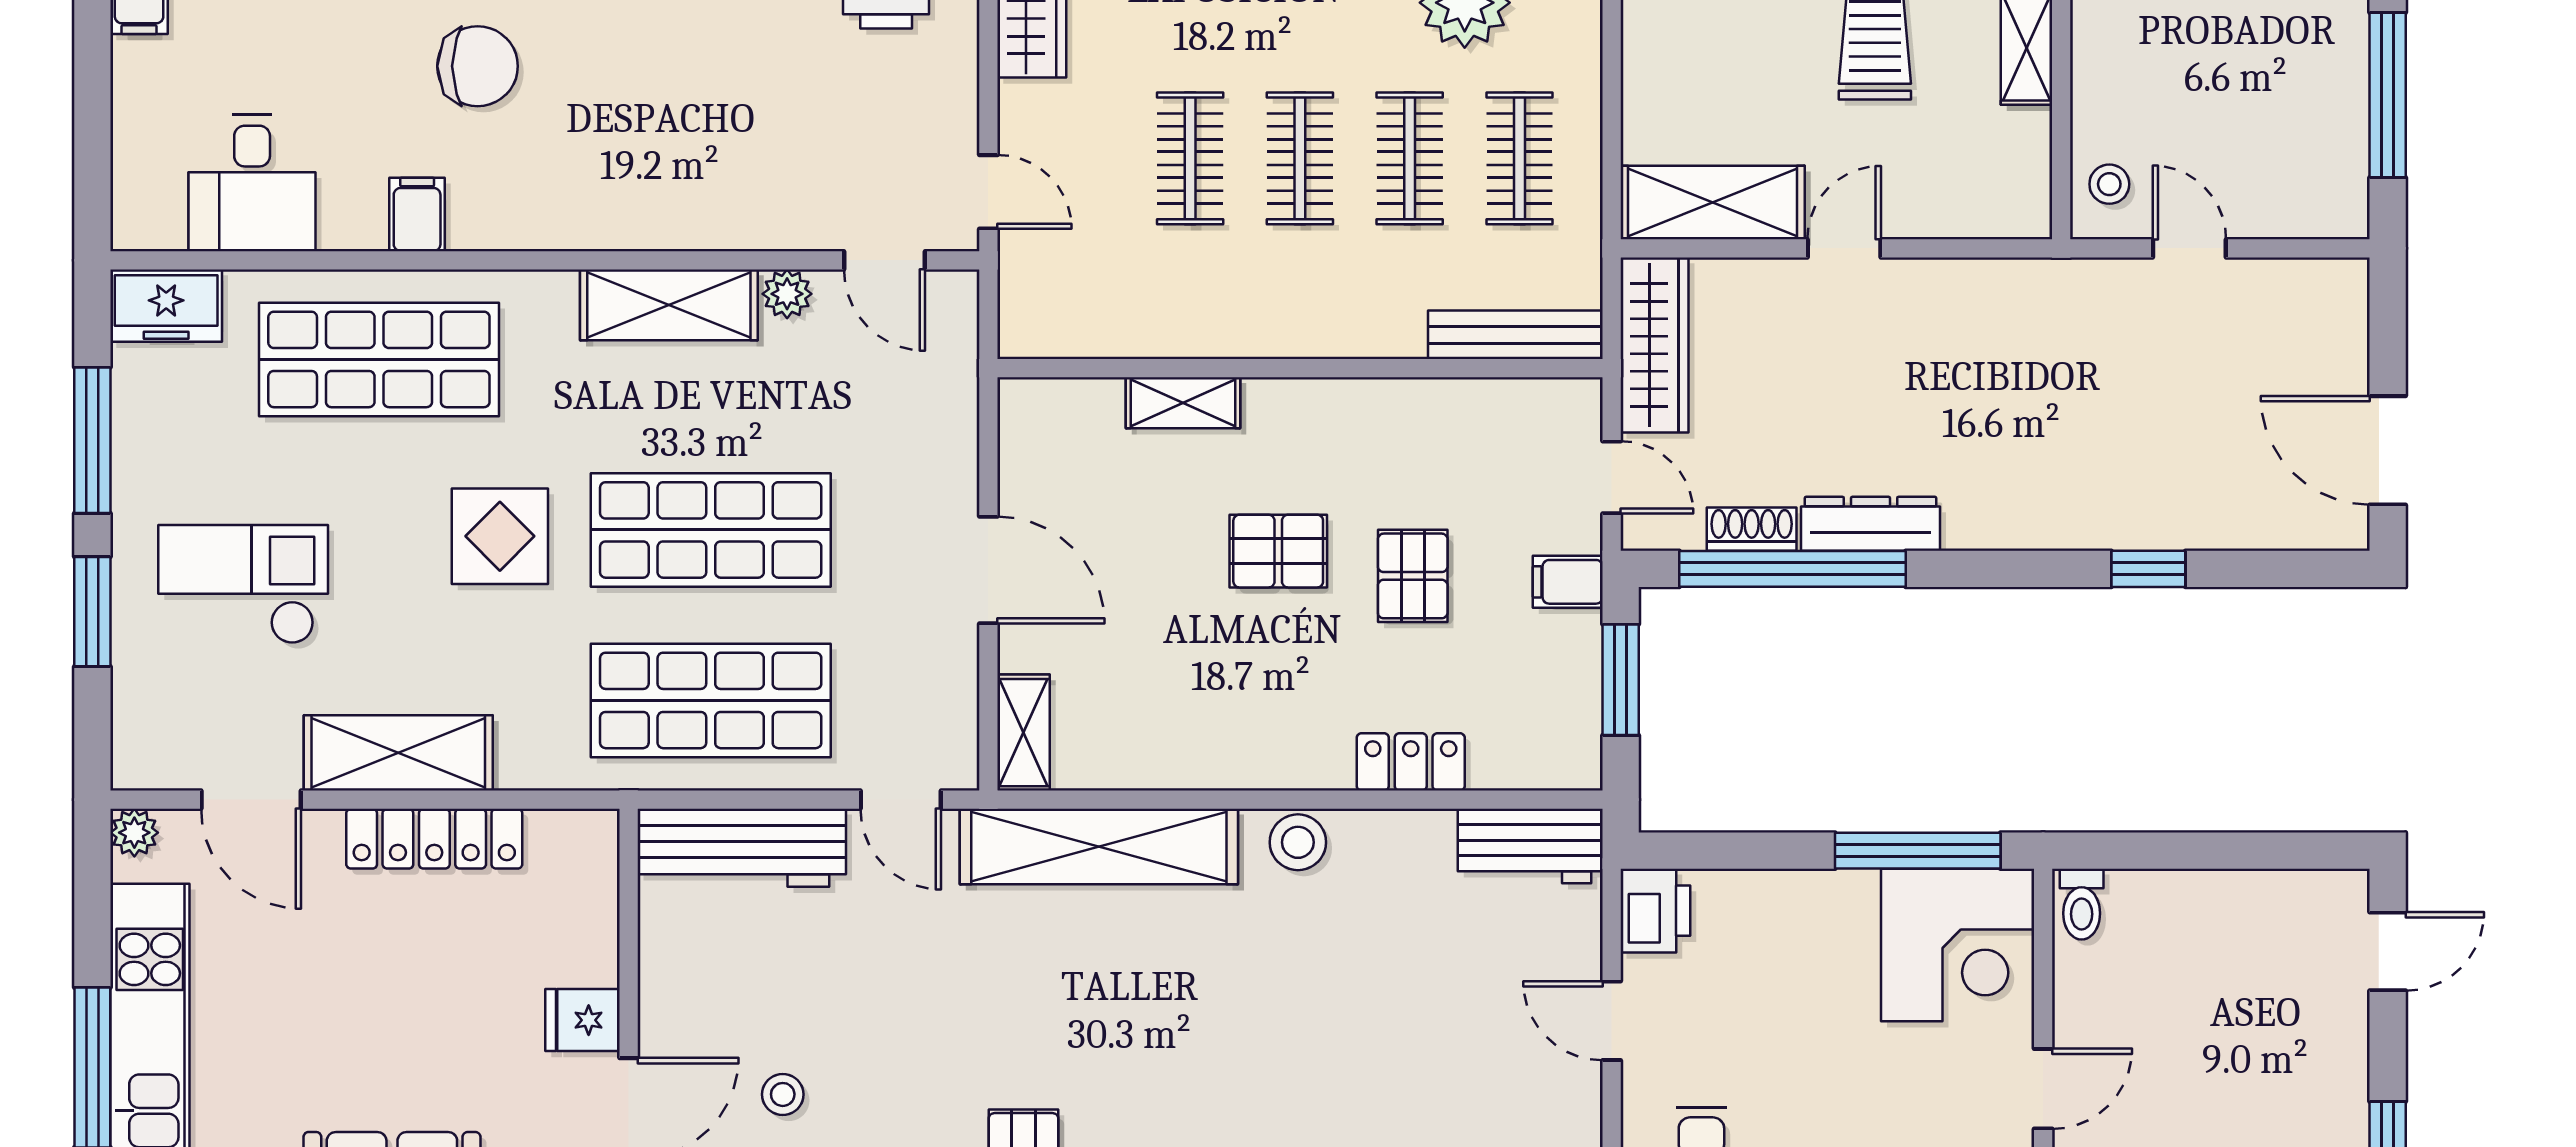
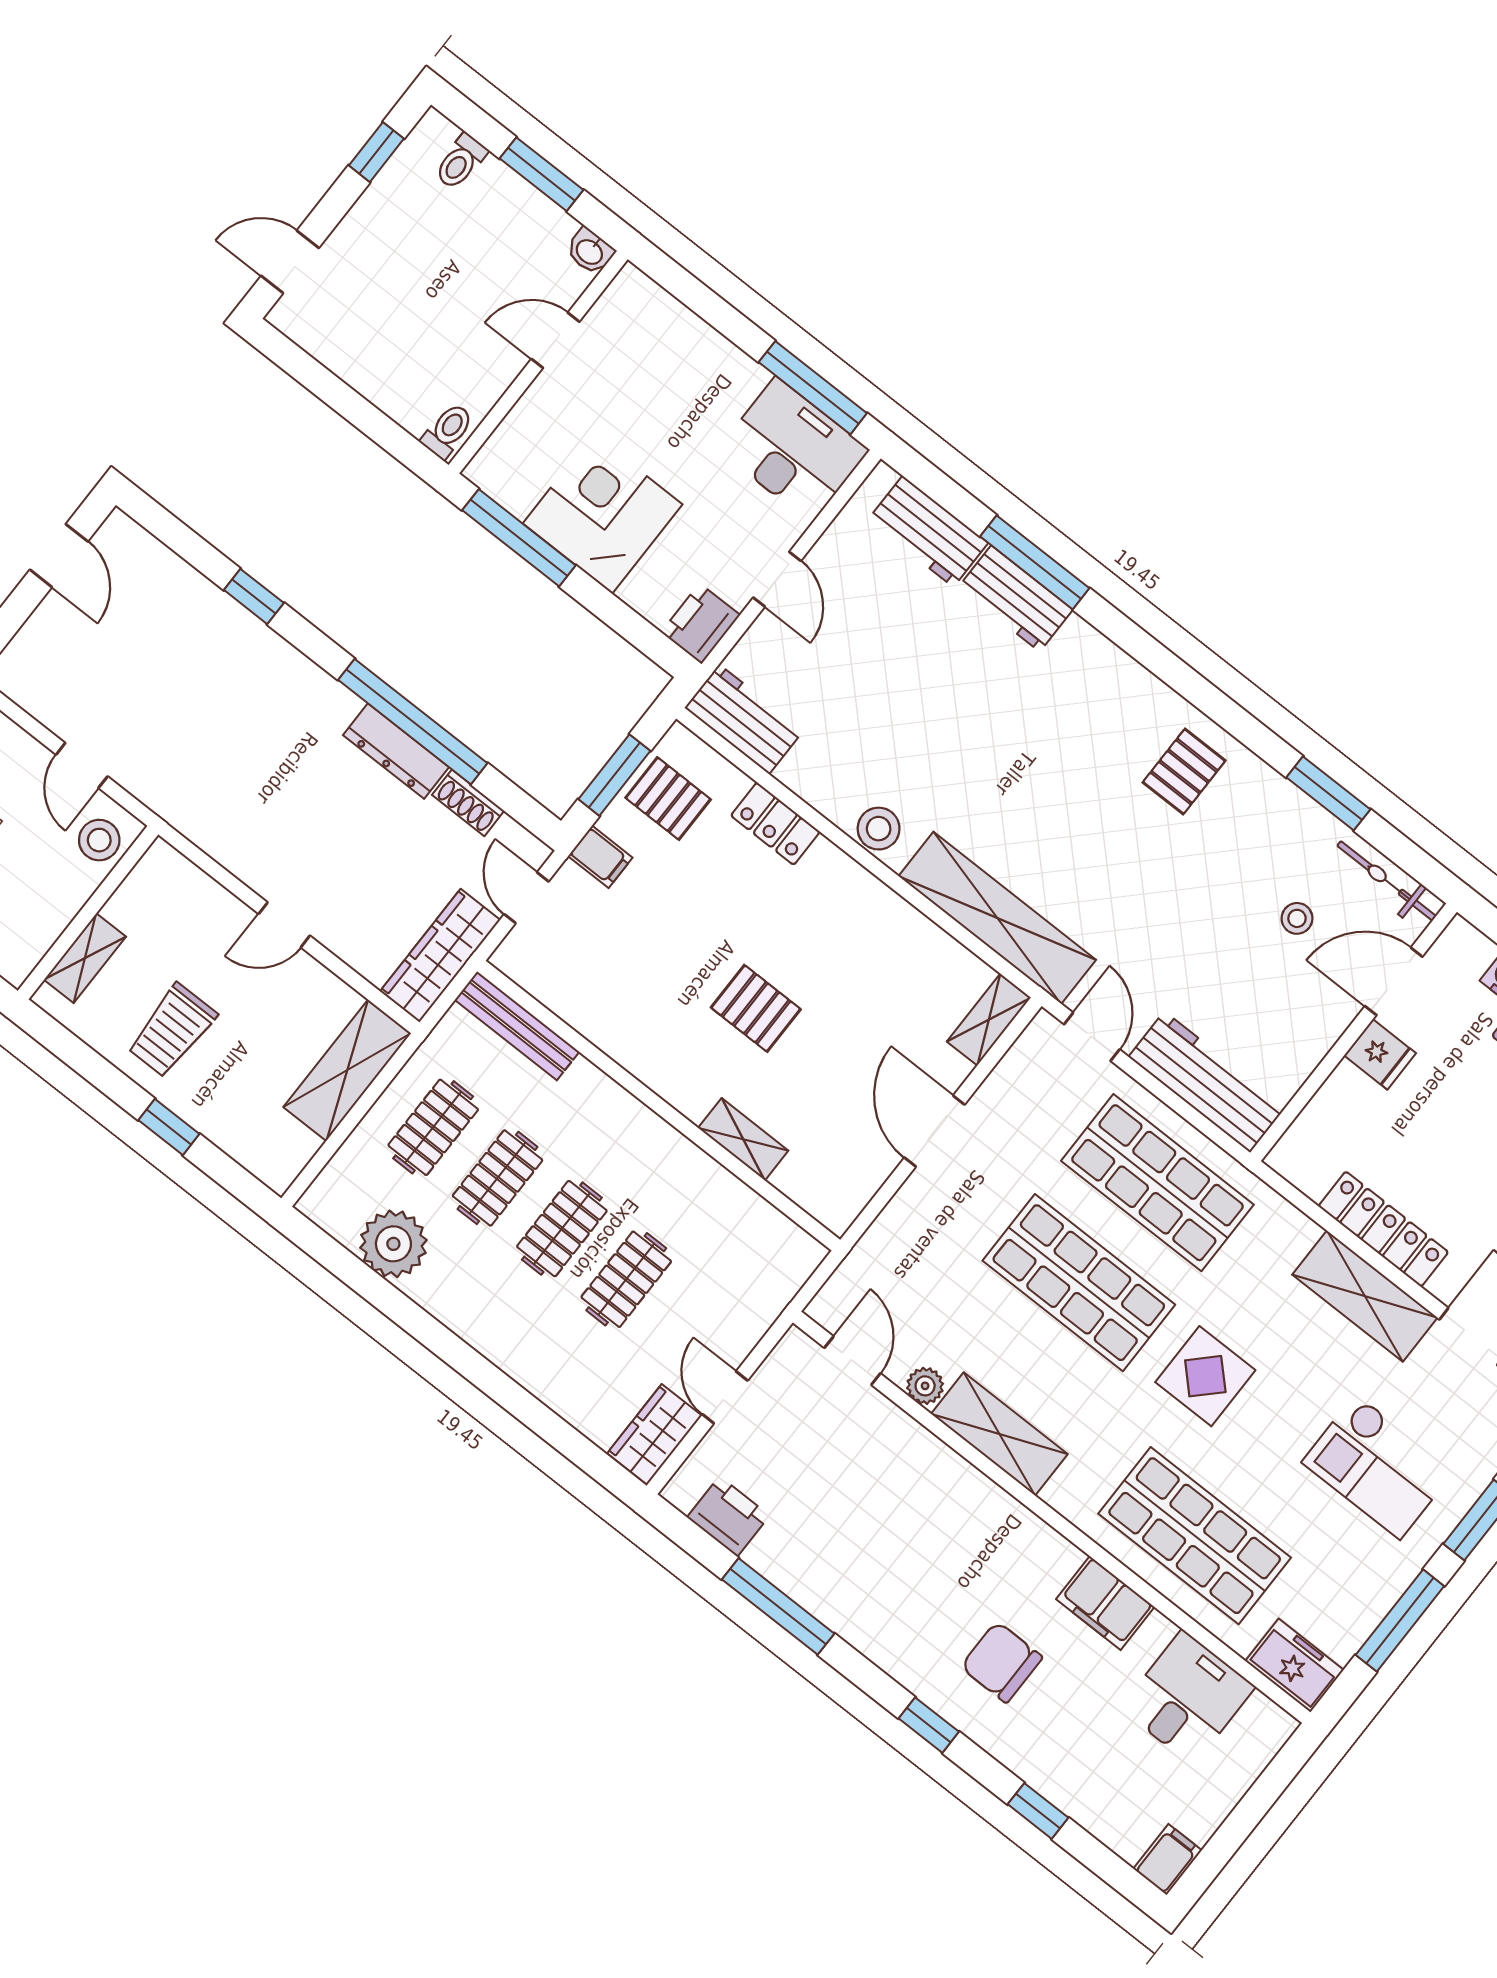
stool: (2109, 184) -> (99, 840), width x1.37, depth x1.37
door: (988, 192) -> (725, 1397), moved
shelving: (1713, 203) -> (347, 1070), moved, turned 90
filing cabinet: (417, 214) -> (1105, 1603), width x2.00
door: (2388, 450) -> (59, 556), width x0.73
window: (1793, 569) -> (413, 722), moved
pallet: (1413, 576) -> (668, 799), moved, turned 90
corner desk: (1958, 945) -> (603, 514), moved

